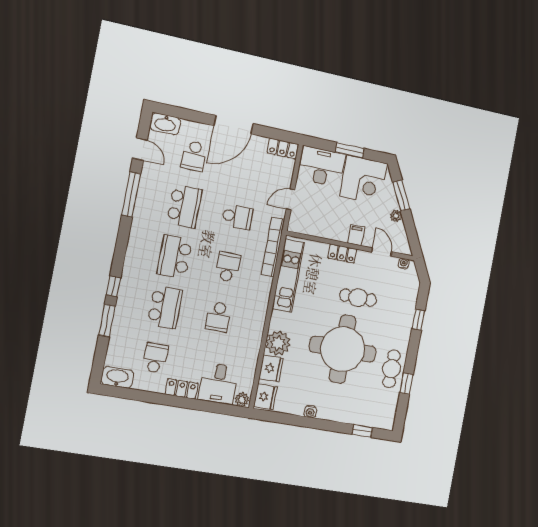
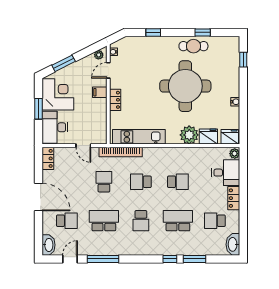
plant: (396, 216) -> (99, 55), moved
school desk: (175, 257) -> (141, 221), width x0.54
cafe table: (358, 298) -> (145, 82), removed

